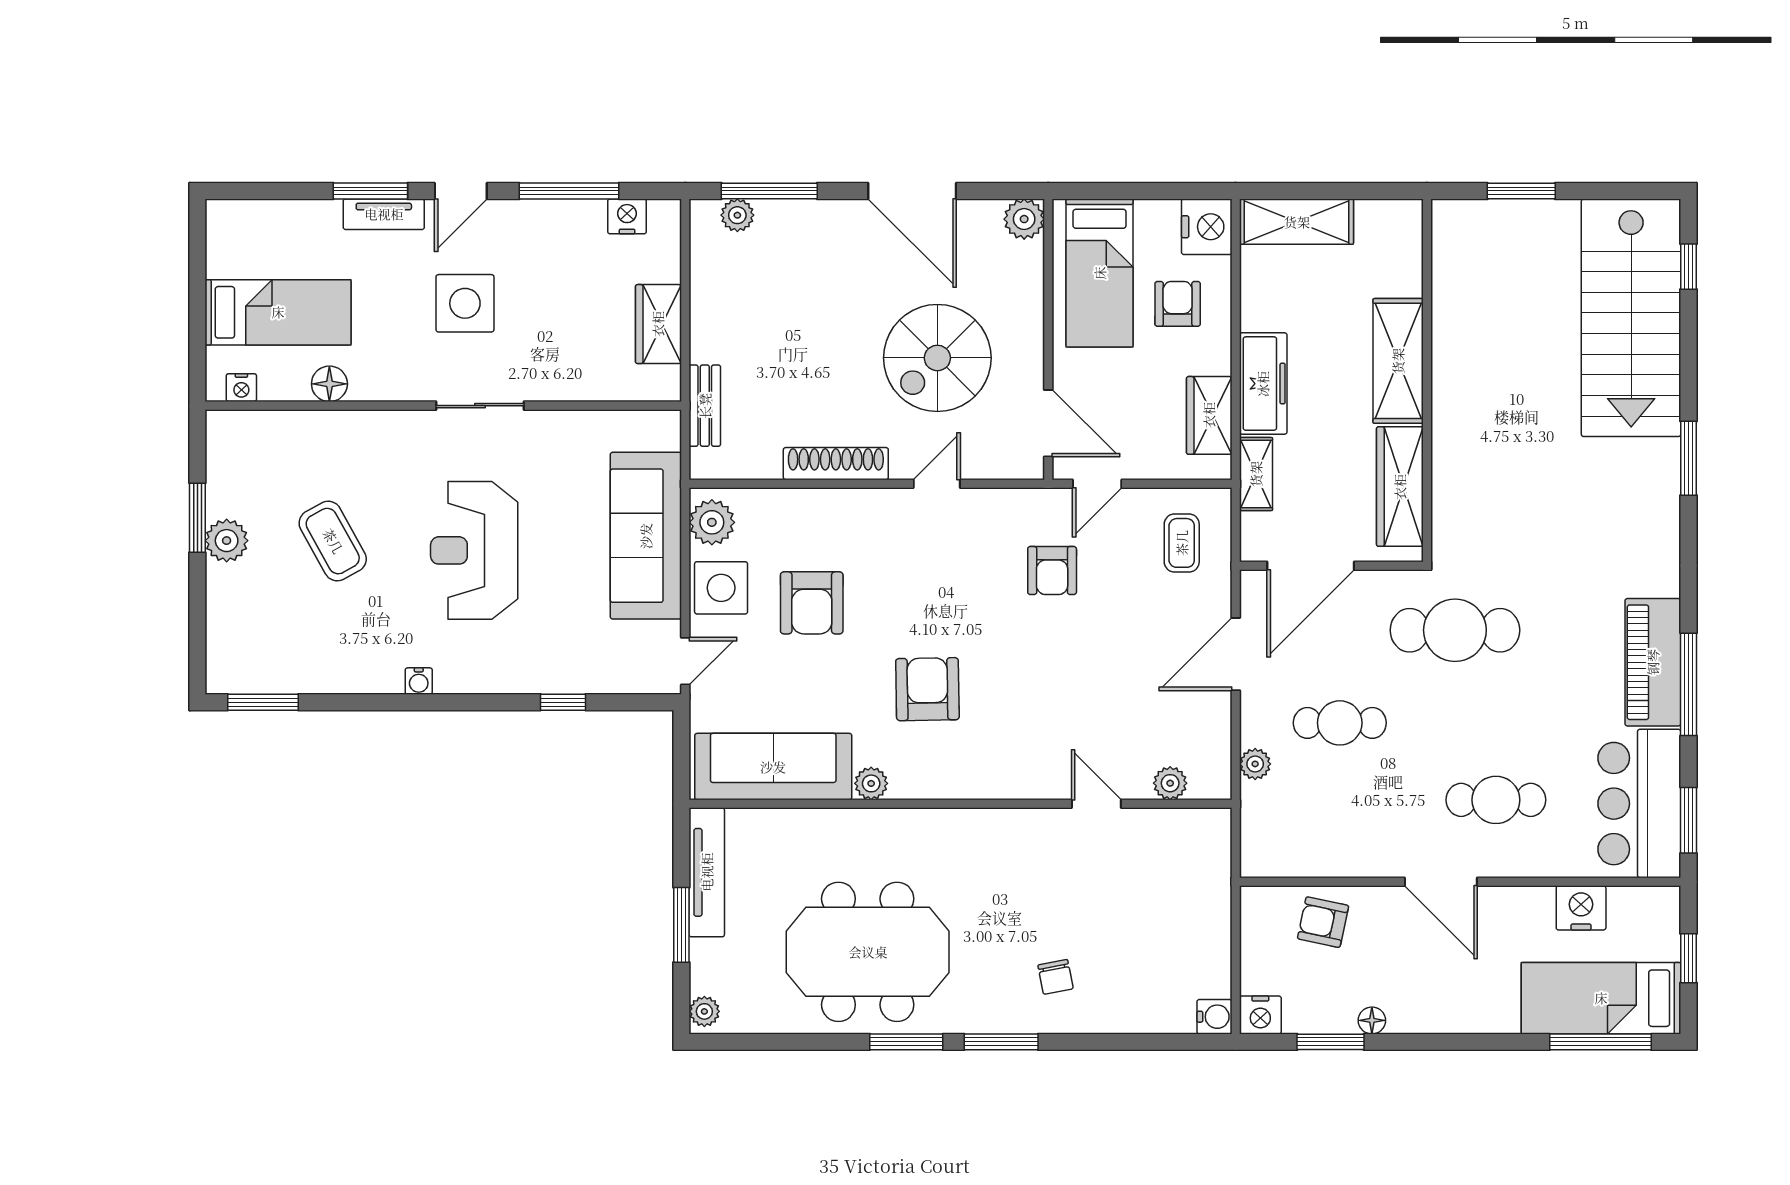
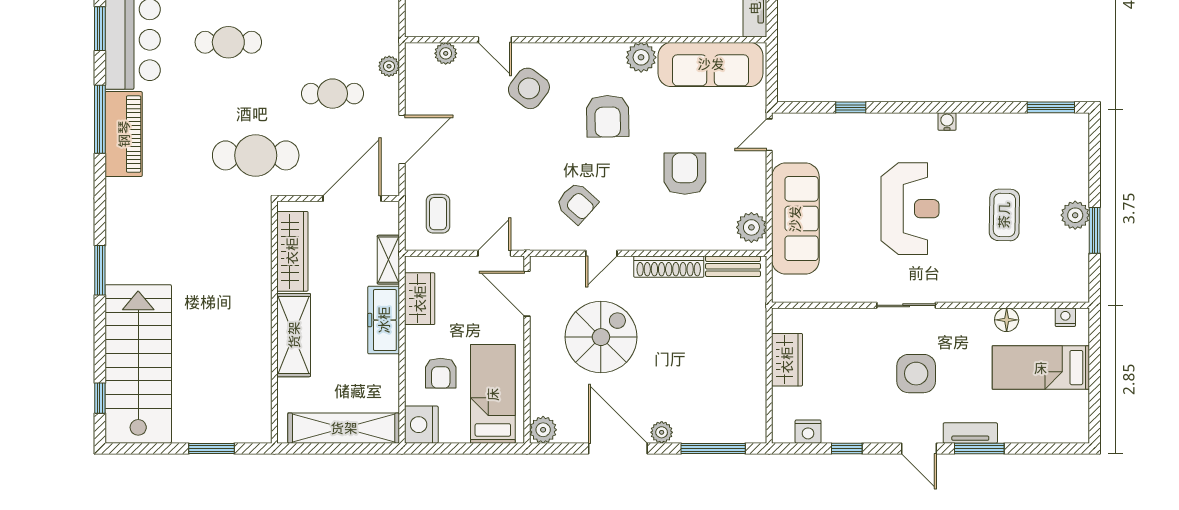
door: (461, 191) -> (919, 448), swing flipped
window: (569, 191) -> (847, 448), width x0.46
plant: (737, 215) -> (662, 432), moved
shelving: (1297, 222) -> (344, 428), width x1.47
bench: (705, 406) -> (733, 266), moved, turned 90
coffee table: (333, 541) -> (1004, 215), turned 30
armchair: (1052, 571) -> (577, 203), moved, turned 132
side table: (721, 588) -> (529, 88), moved, turned 37
plant: (871, 783) -> (641, 57), width x1.38, depth x1.38

